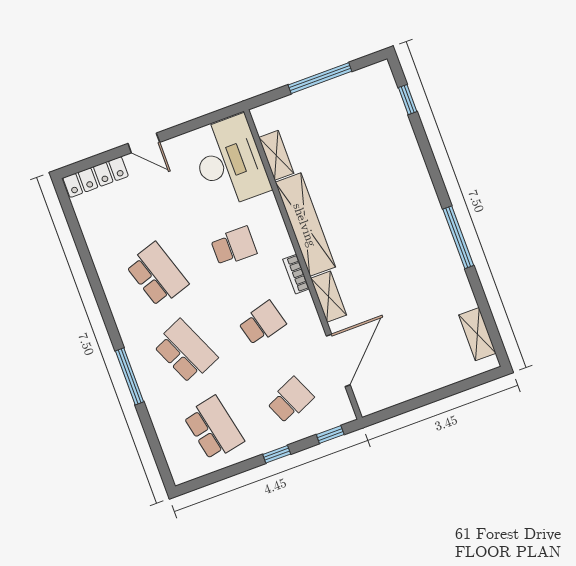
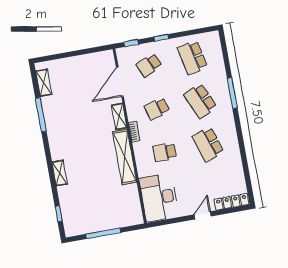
door: (144, 143) -> (203, 215), hinge flipped
shelving: (276, 155) -> (60, 173), moved
window: (458, 237) -> (41, 115), moved

